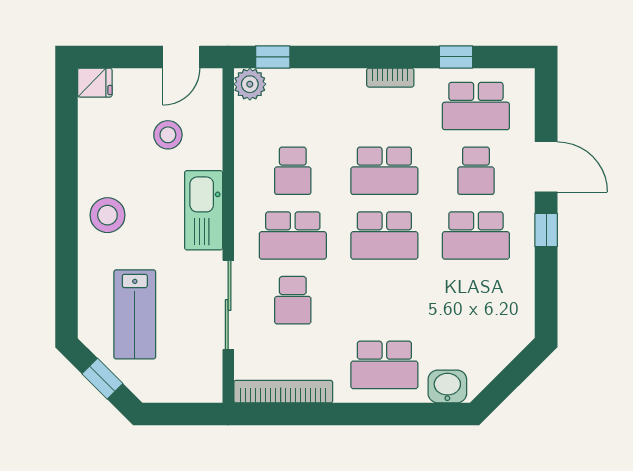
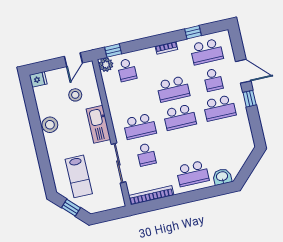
school desk: (293, 171) -> (127, 70), moved
stool: (107, 215) -> (50, 125), moved

